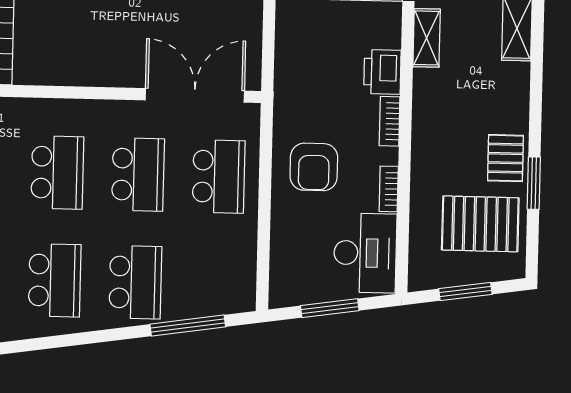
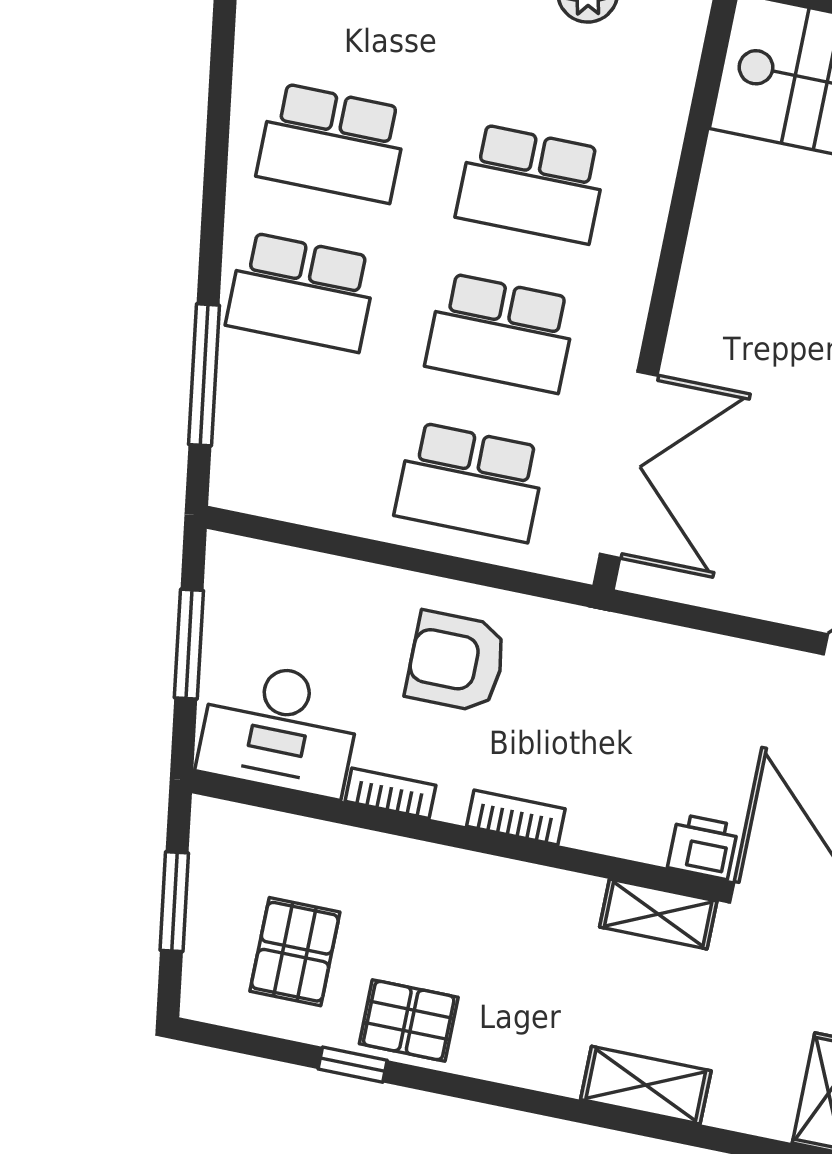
printer: (382, 72) -> (703, 847), moved, width x0.73, depth x0.81
window: (534, 183) -> (353, 1065), width x0.67
pallet: (480, 224) -> (295, 952), width x0.67, depth x0.71

